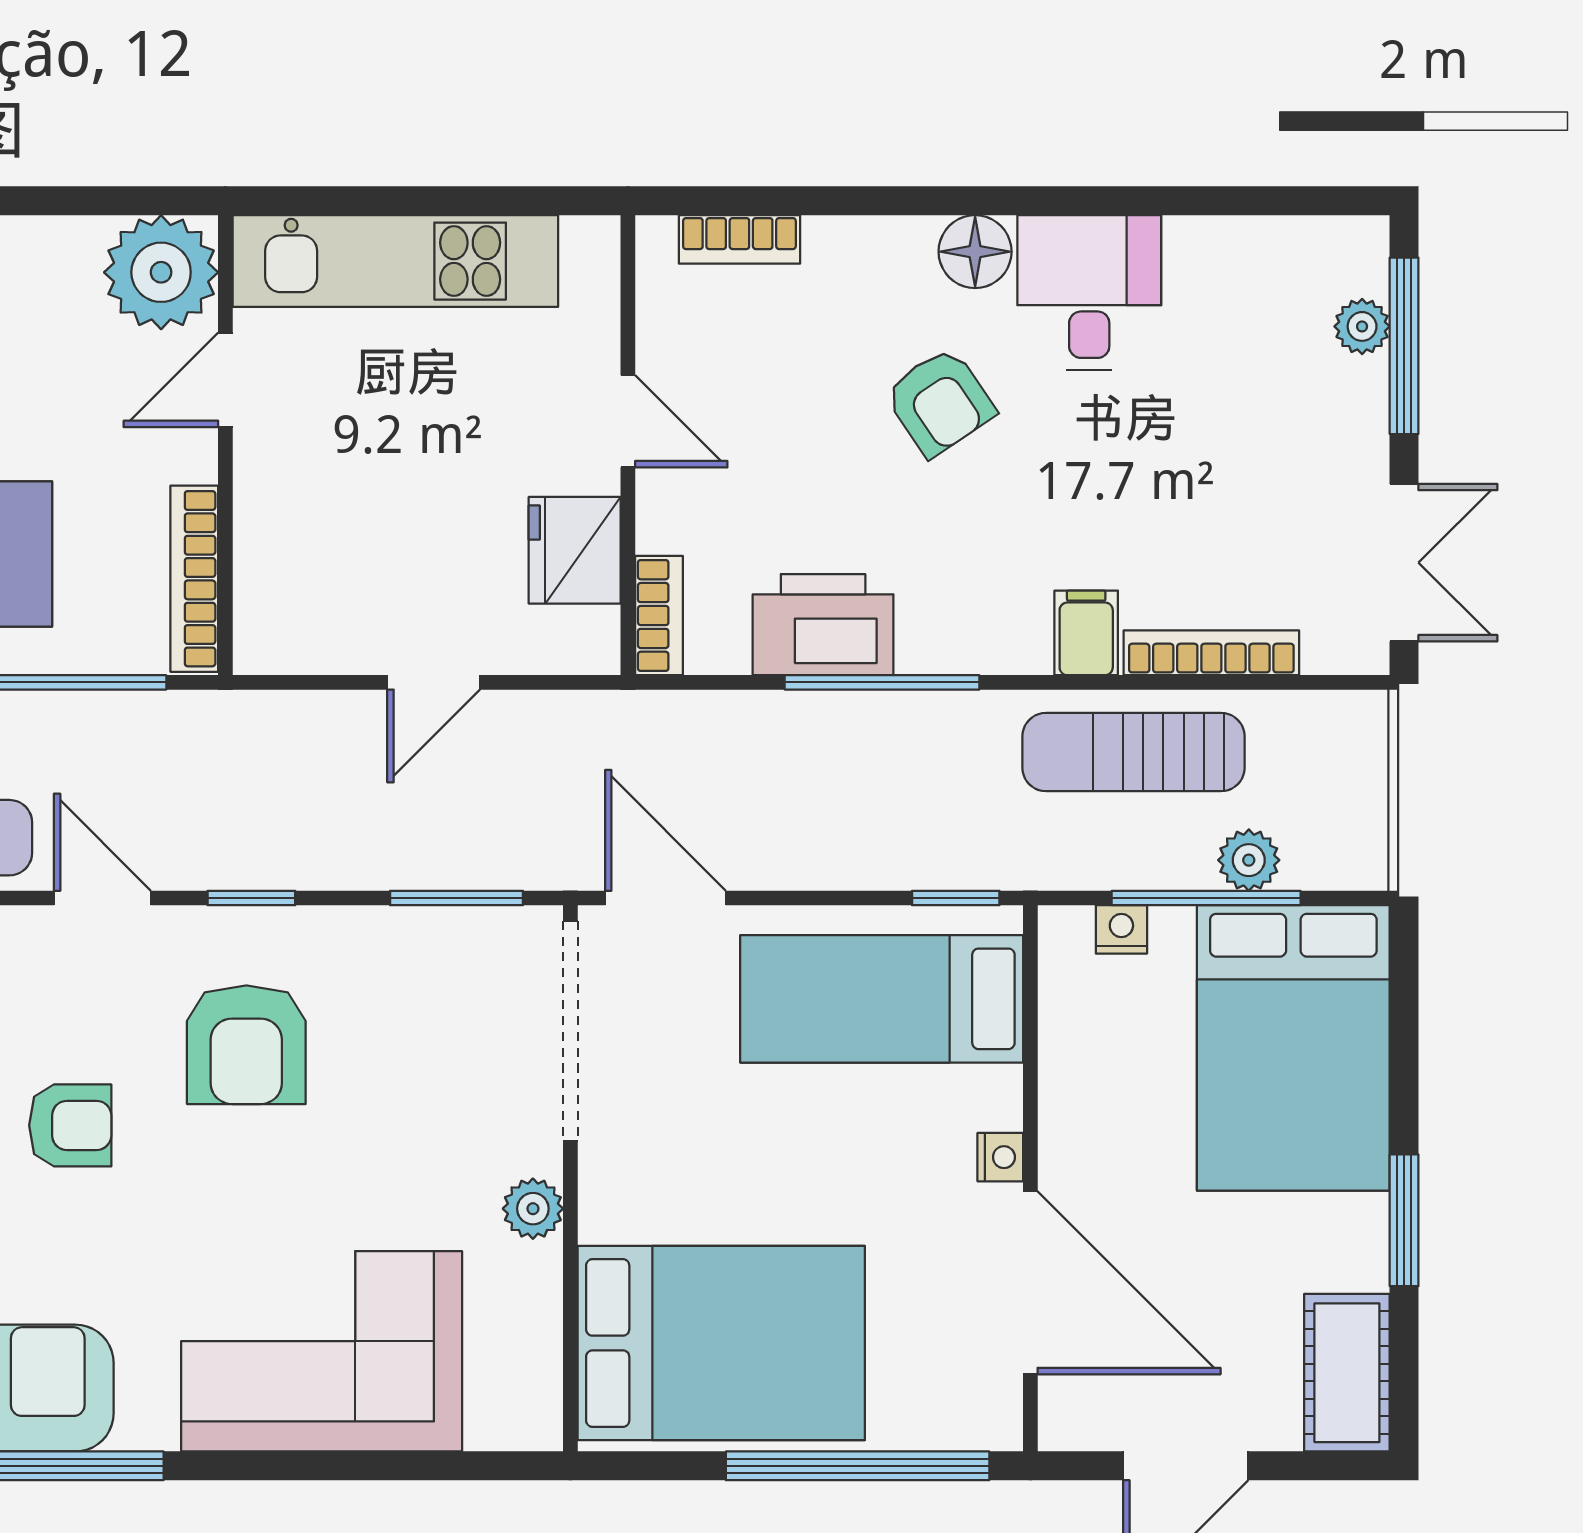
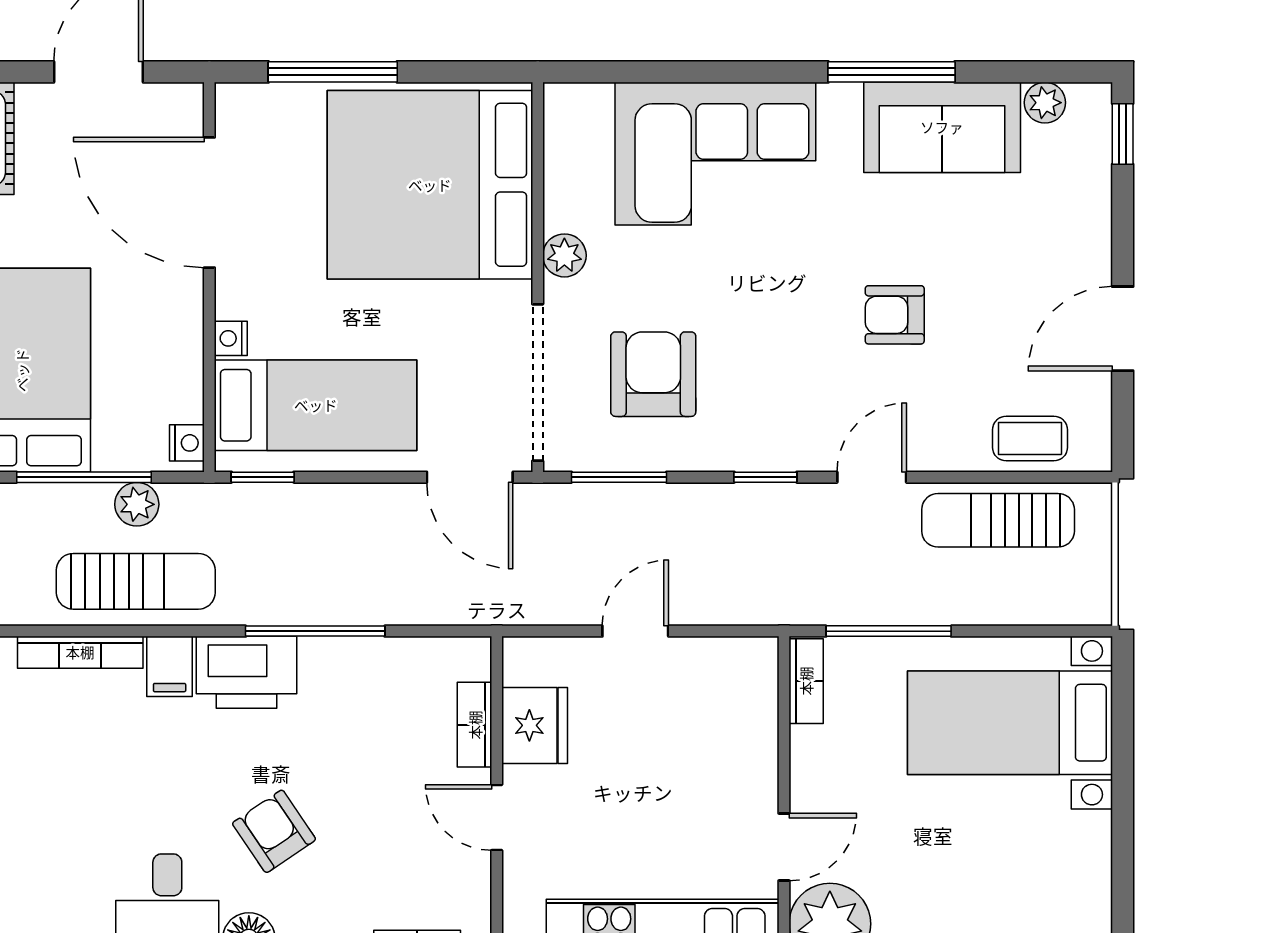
bookcase: (194, 579) -> (806, 681), width x0.64
bookcase: (659, 615) -> (475, 725), moved
printer: (823, 625) -> (246, 672), moved
plant: (1249, 860) -> (137, 504), moved
door: (102, 898) -> (872, 477), swing flipped
nightstand: (1121, 929) -> (187, 443), moved, turned -90
armchair: (246, 1045) -> (653, 374), moved
nightstand: (1000, 1157) -> (231, 338), moved
bed: (721, 1343) -> (430, 185), width x1.36
window: (858, 1466) -> (333, 72), width x0.68

